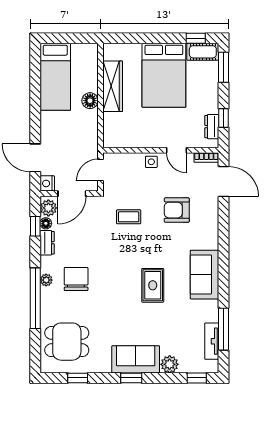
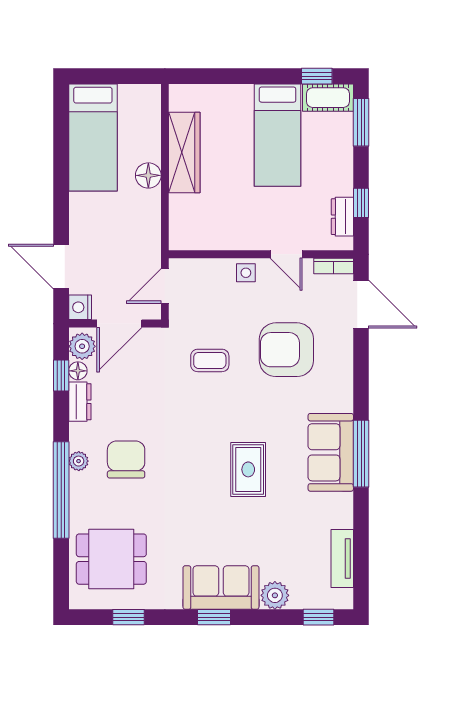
bed: (164, 75) -> (278, 135), width x0.67
armchair: (177, 210) -> (286, 350), width x1.36, depth x1.36
window: (224, 329) -> (361, 454), moved

